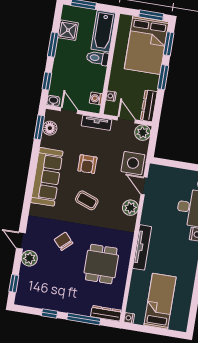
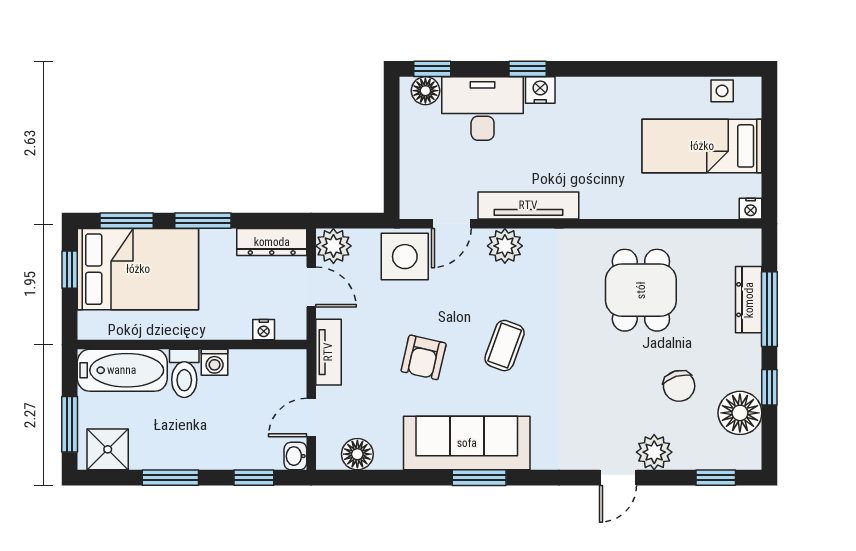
window: (151, 15) -> (70, 270), width x0.67
shower: (68, 30) -> (108, 449), moved
washing machine: (96, 98) -> (215, 362), moved
door: (126, 120) -> (311, 287), swing flipped
window: (39, 127) -> (479, 478), moved
armchair: (87, 164) -> (424, 357), turned 103
chair: (64, 241) -> (679, 386), moved, turned -64
tv unit: (142, 247) -> (528, 205), moved
dining table: (101, 264) -> (641, 290), turned 90
floor lamp: (40, 299) -> (740, 413), added
dresser: (106, 313) -> (749, 300), moved
side table: (183, 314) -> (722, 91), added

